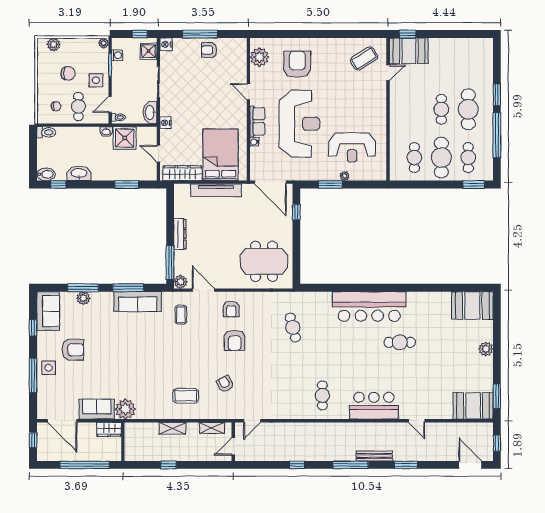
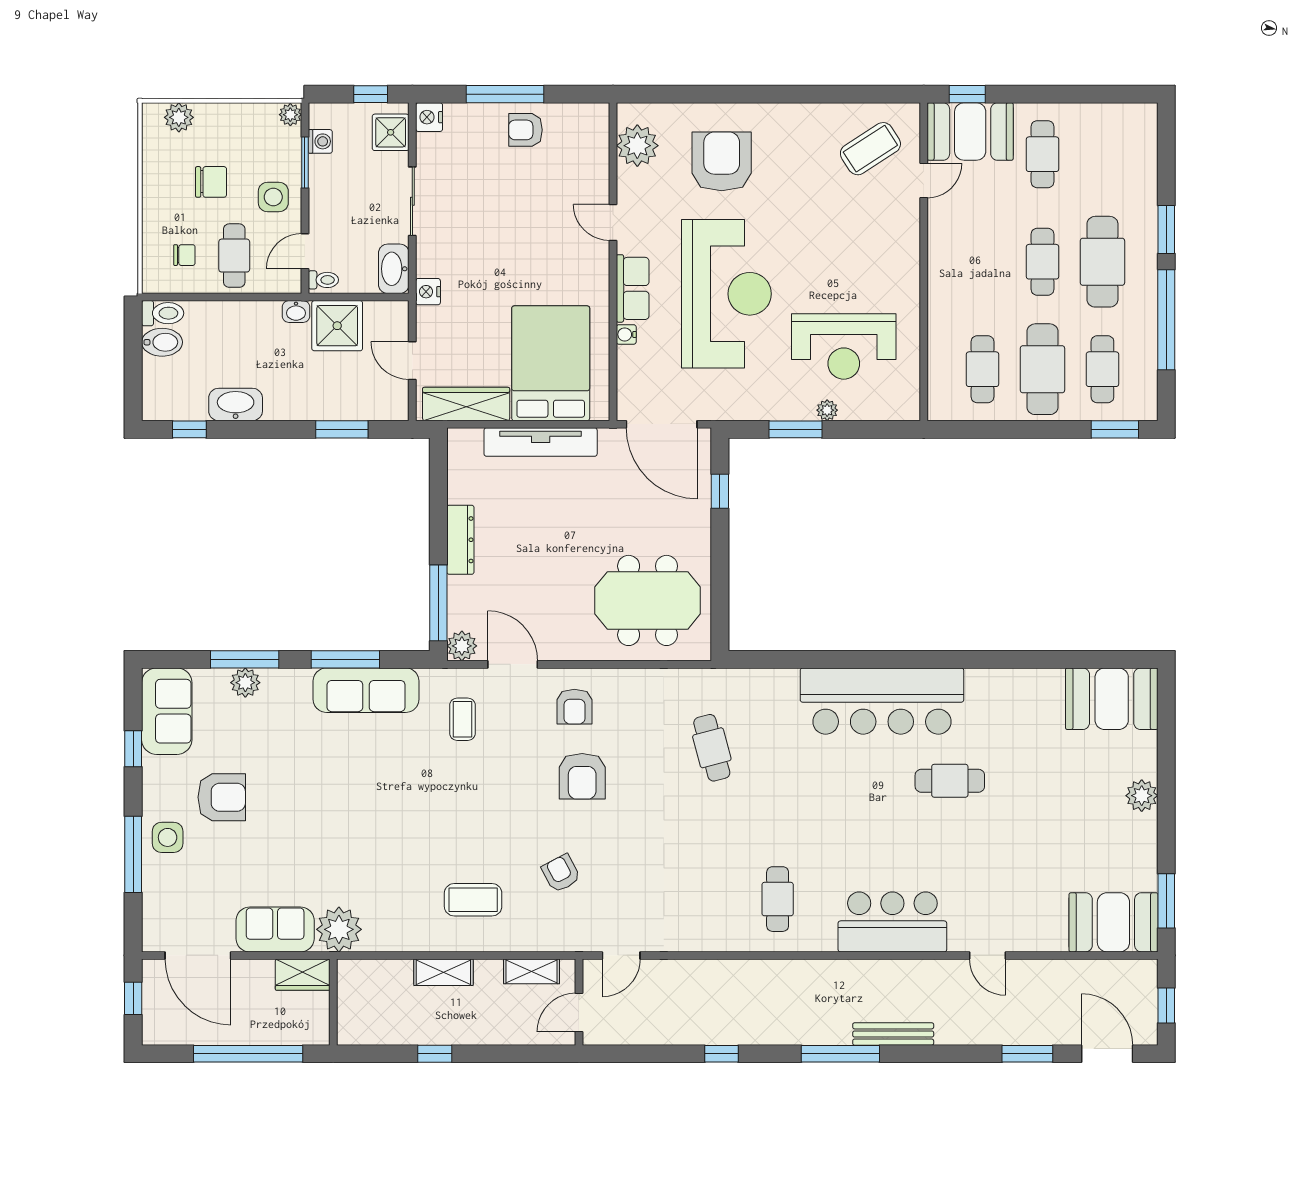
cafe table: (441, 61) -> (1042, 154), added
bidet: (46, 174) -> (162, 342), moved
window: (406, 465) -> (1027, 1054), moved

